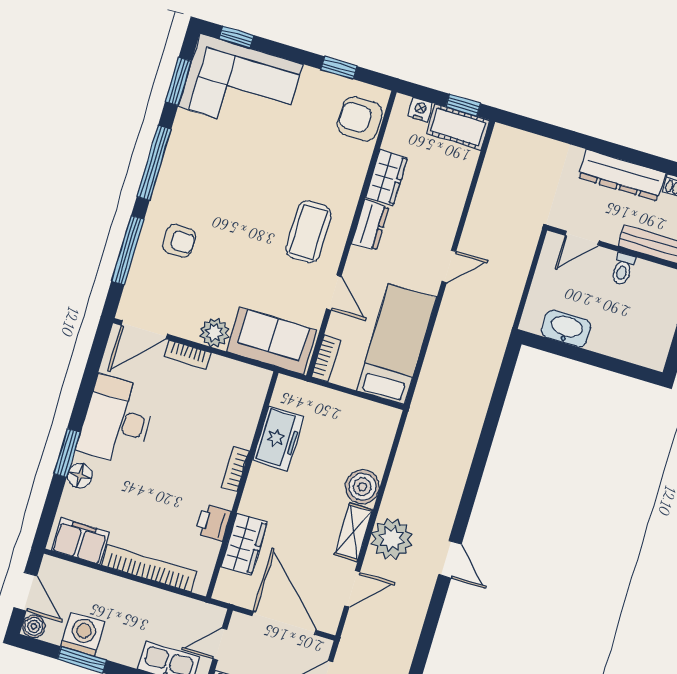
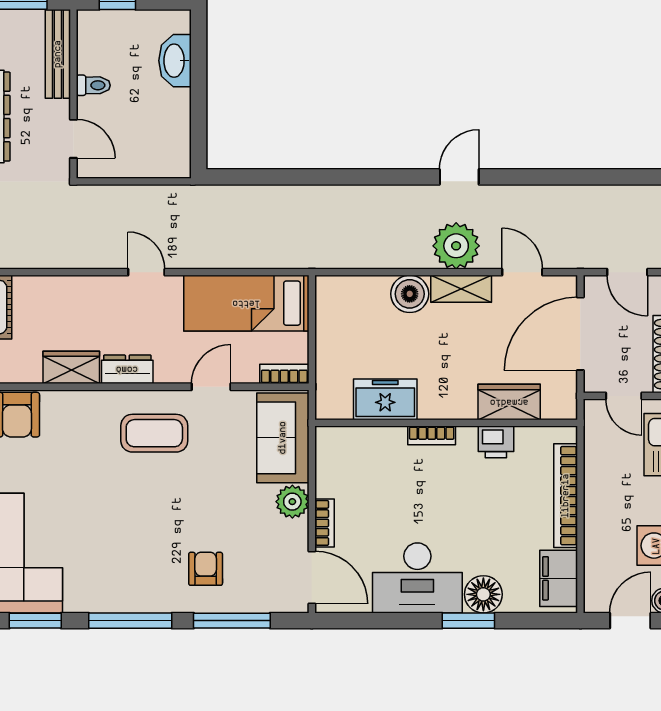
washbasin: (566, 328) -> (175, 61), moved
floor lamp: (80, 476) -> (483, 594), width x1.38, depth x1.38

